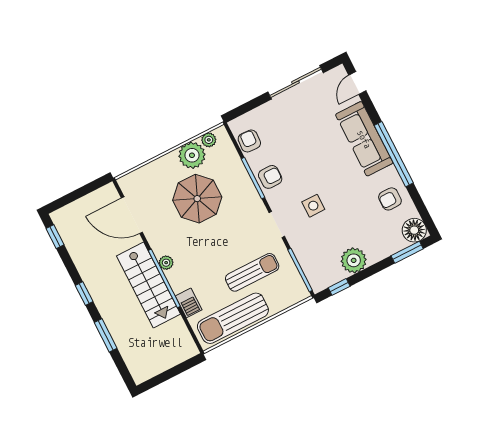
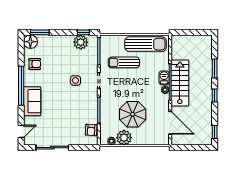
sofa: (364, 139) -> (32, 101), width x0.73
armchair: (270, 177) -> (90, 106), removed
plant: (354, 260) -> (81, 42), moved
barbecue: (189, 303) -> (164, 78), moved

